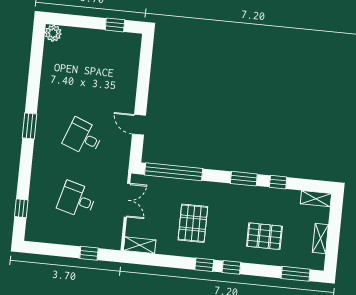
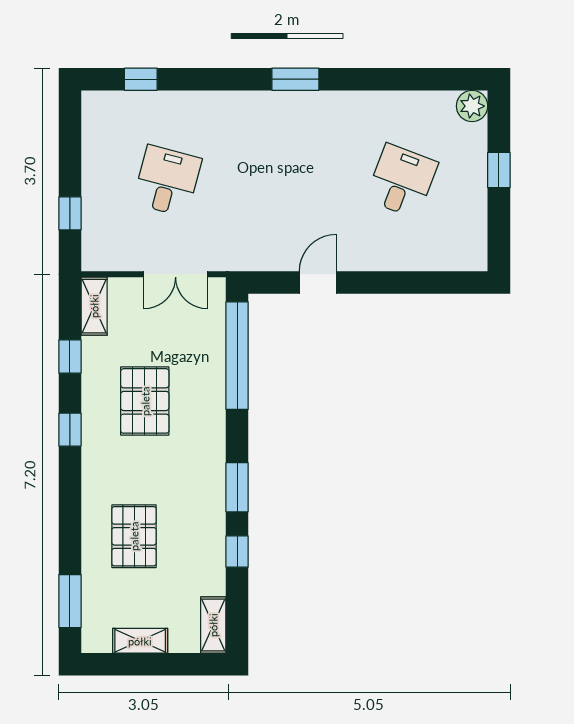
window: (115, 25) -> (499, 170), moved
desk: (83, 137) -> (402, 181), moved
pallet: (193, 223) -> (145, 401), turned 90
window: (231, 267) -> (70, 357), moved

